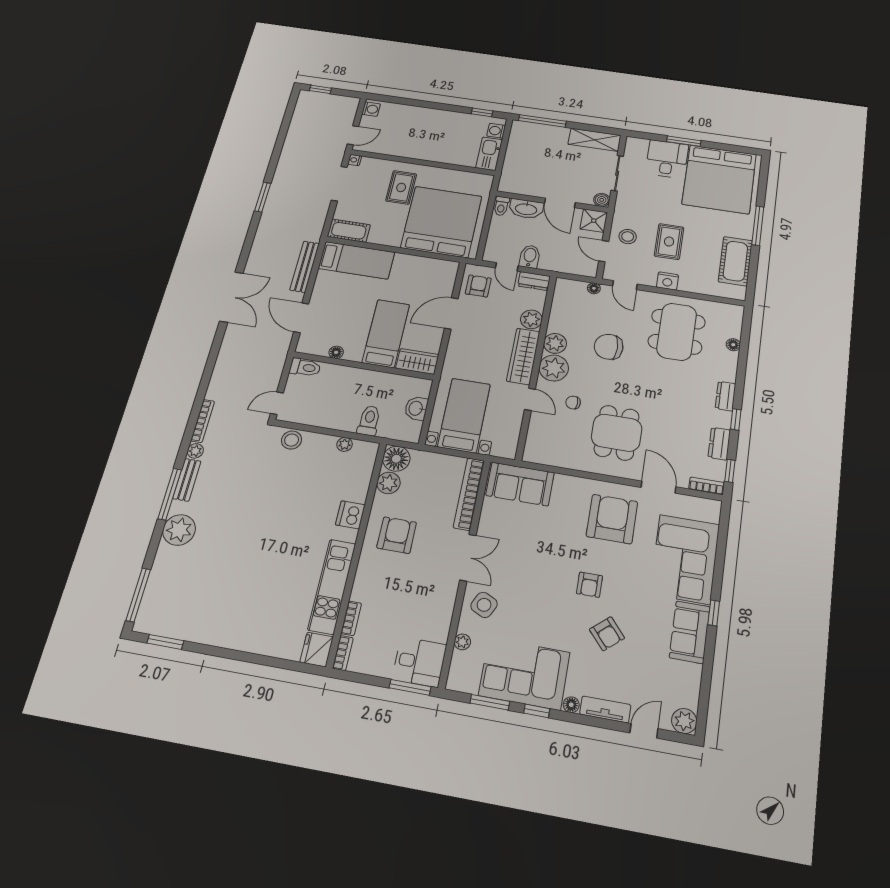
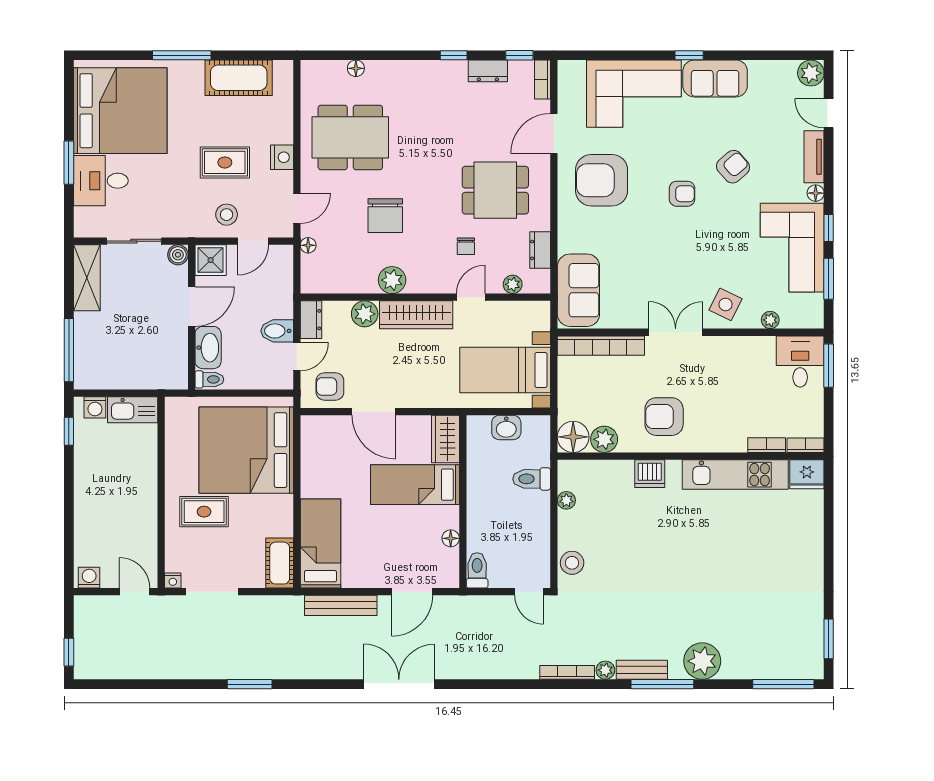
plant: (554, 368) -> (513, 284), moved, width x0.53, depth x0.53
dresser: (725, 396) -> (540, 250), moved, turned 90

